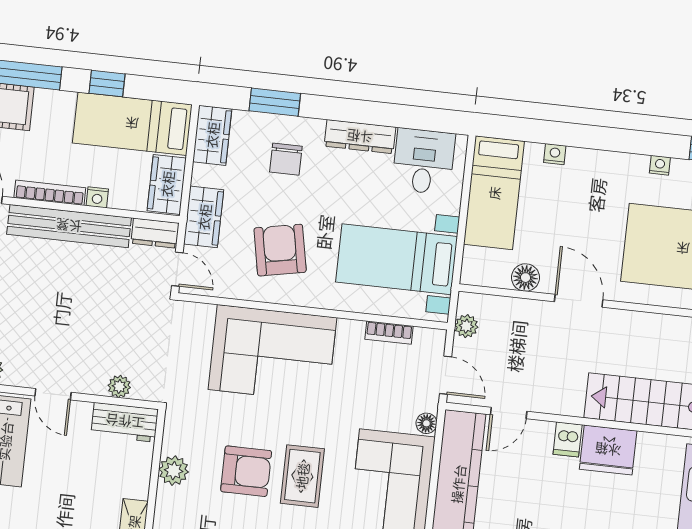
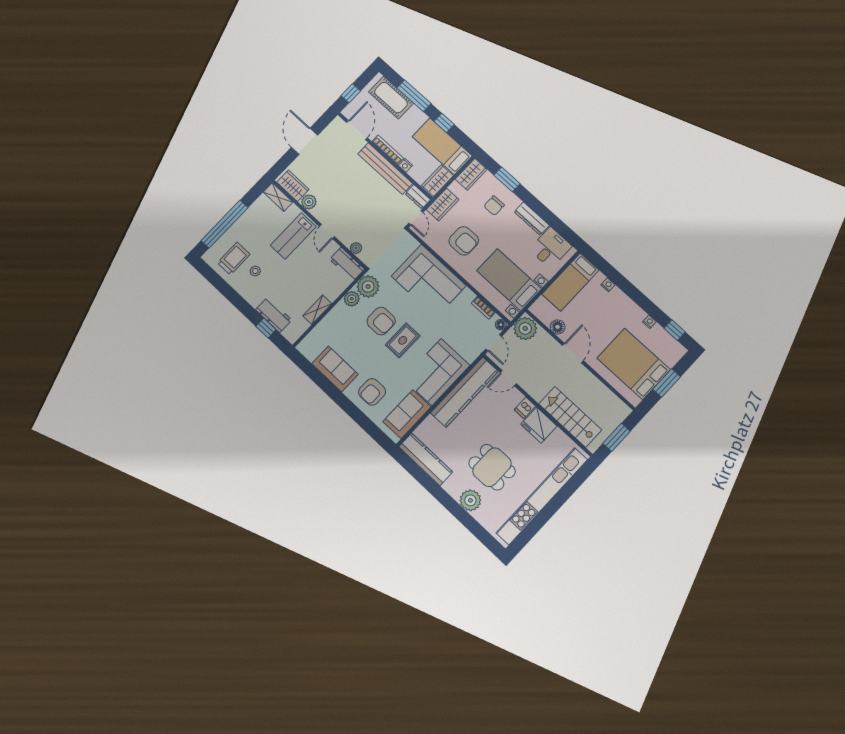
armchair: (280, 250) -> (464, 241), turned 101
plant: (466, 326) -> (525, 329), width x1.88, depth x1.88
floor lamp: (426, 423) -> (501, 325), moved
plant: (185, 433) -> (368, 286), added

